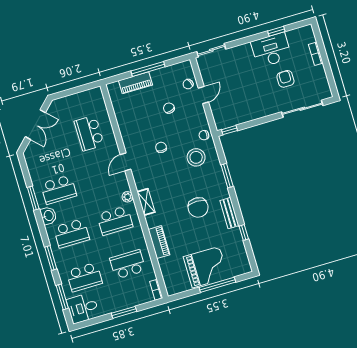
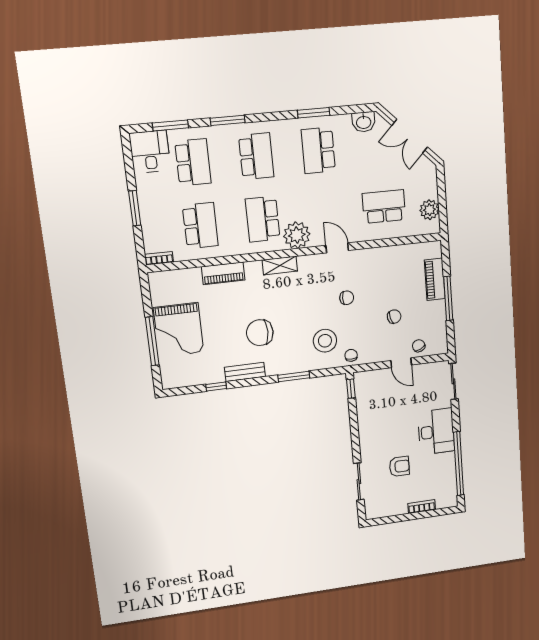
window: (276, 31) -> (459, 464), width x3.17
desk: (271, 50) -> (436, 432), moved
plant: (85, 98) -> (429, 210), added
sliding door: (302, 109) -> (359, 482), width x0.73
plant: (127, 197) -> (297, 235), width x1.88, depth x1.88
washbasin: (48, 216) -> (364, 122), moved
school desk: (71, 233) -> (256, 156), turned 180
school desk: (84, 277) -> (193, 162), turned 180

